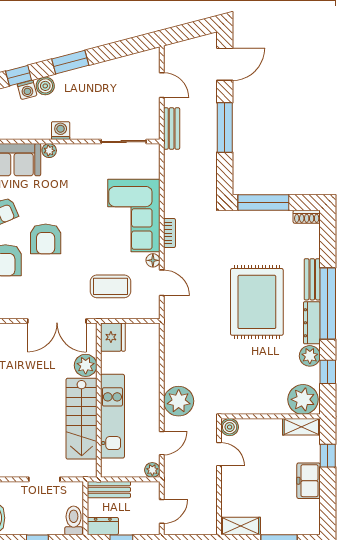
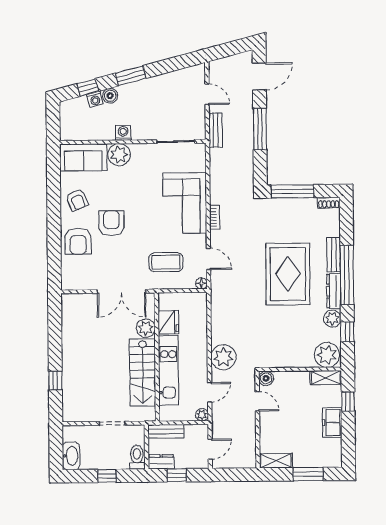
plant: (49, 151) -> (119, 155), width x1.88, depth x1.88
armchair: (46, 239) -> (111, 223), turned 180
floor lamp: (153, 260) -> (201, 283), moved
fridge: (113, 337) -> (168, 322), moved

